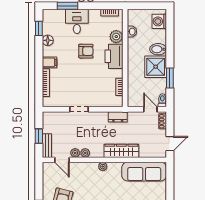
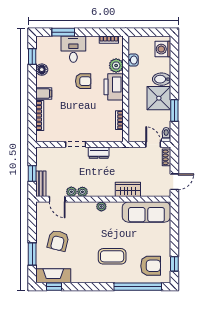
dresser: (118, 117) -> (99, 153), moved
wardrobe: (121, 151) -> (128, 189), width x0.67

